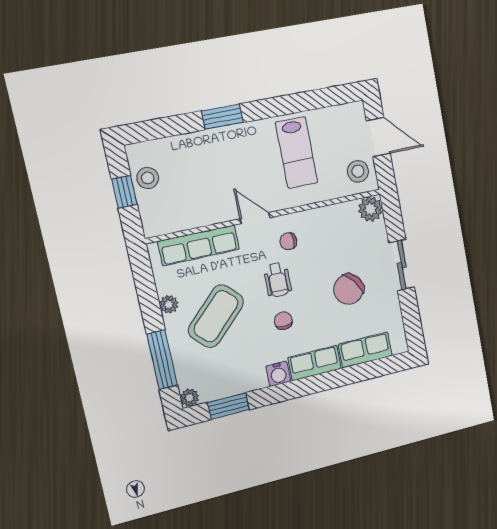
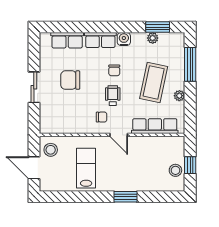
plant: (370, 209) -> (47, 126), removed
chair: (349, 289) -> (70, 80), turned -142
coffee table: (216, 316) -> (154, 82), turned -33
plant: (190, 398) -> (153, 38), moved

